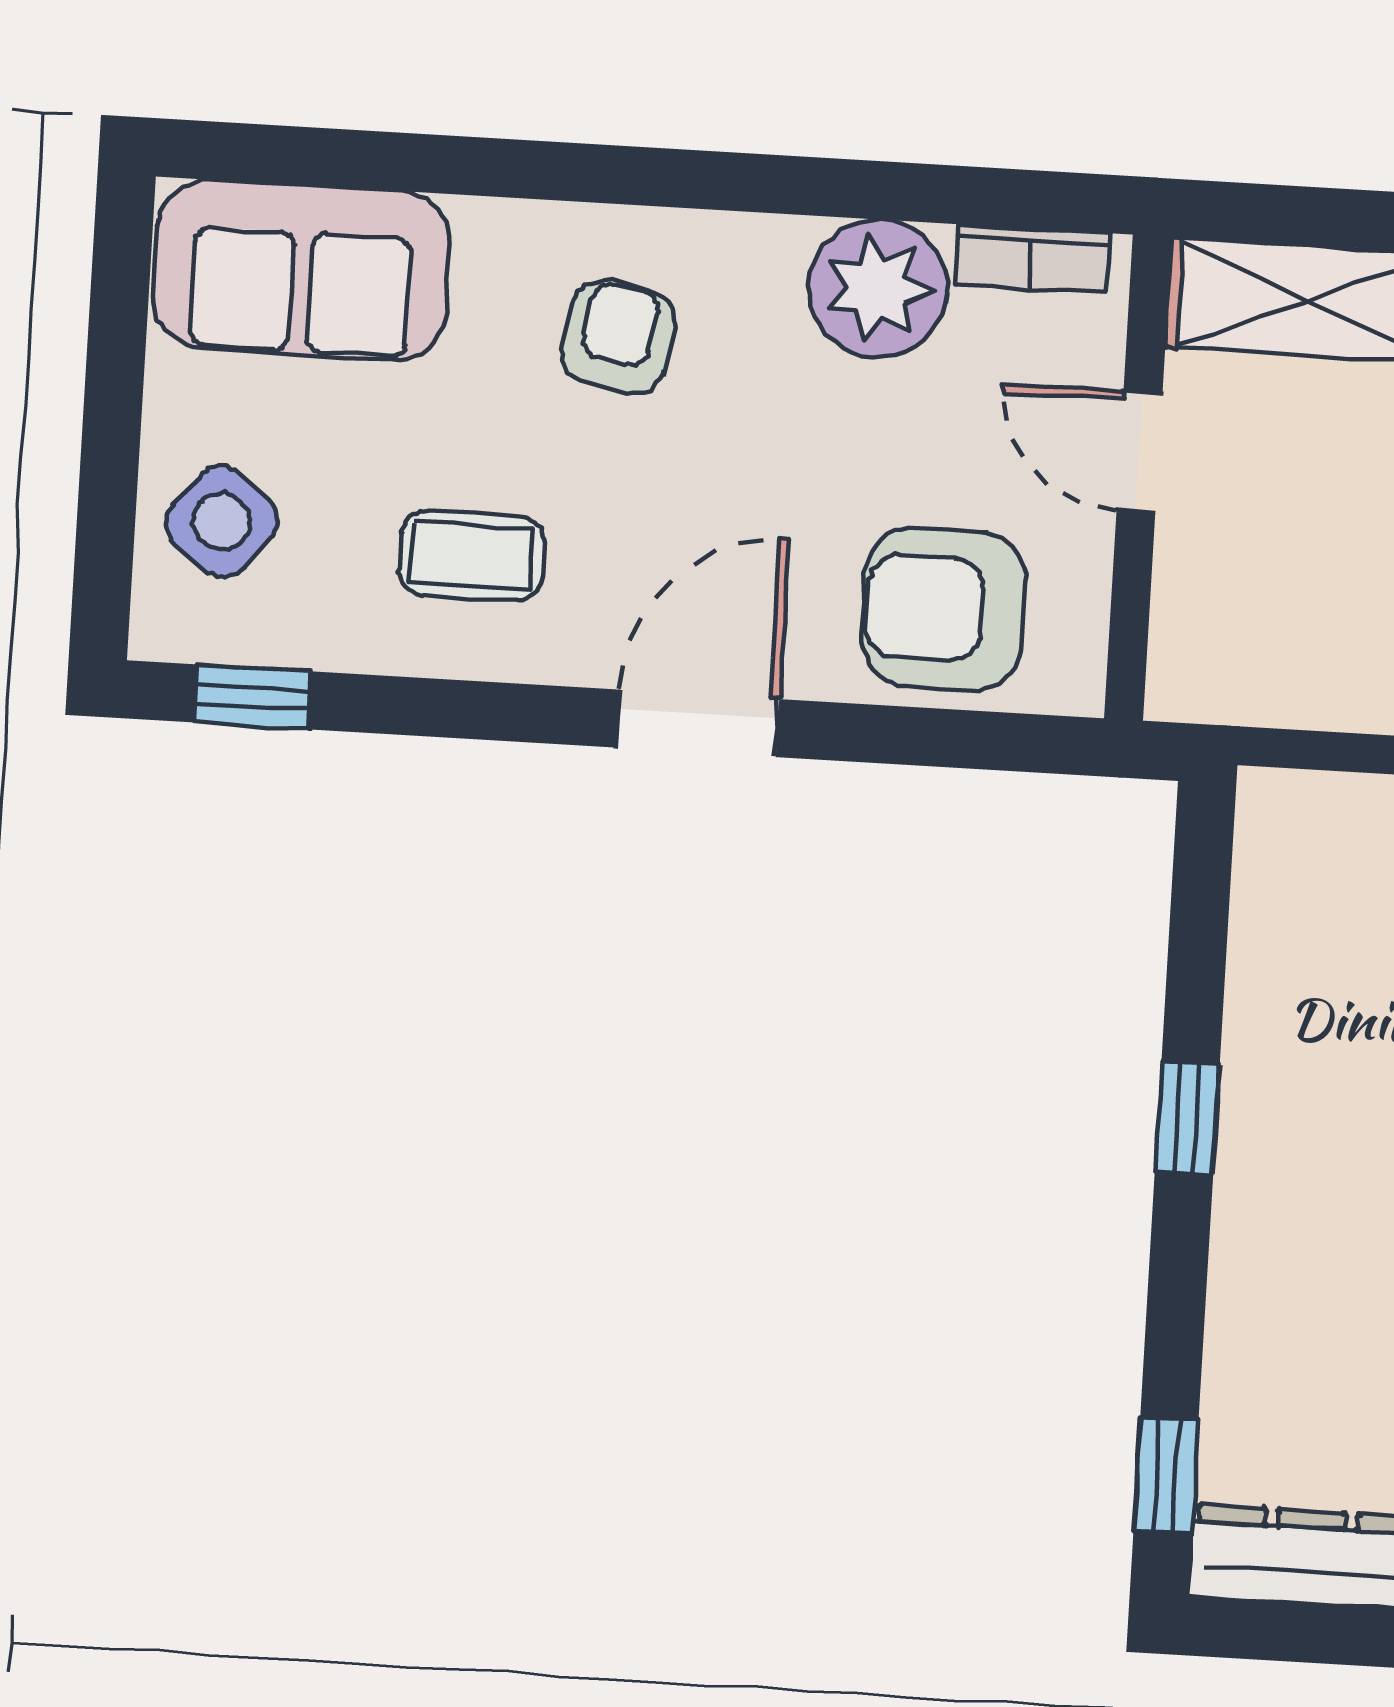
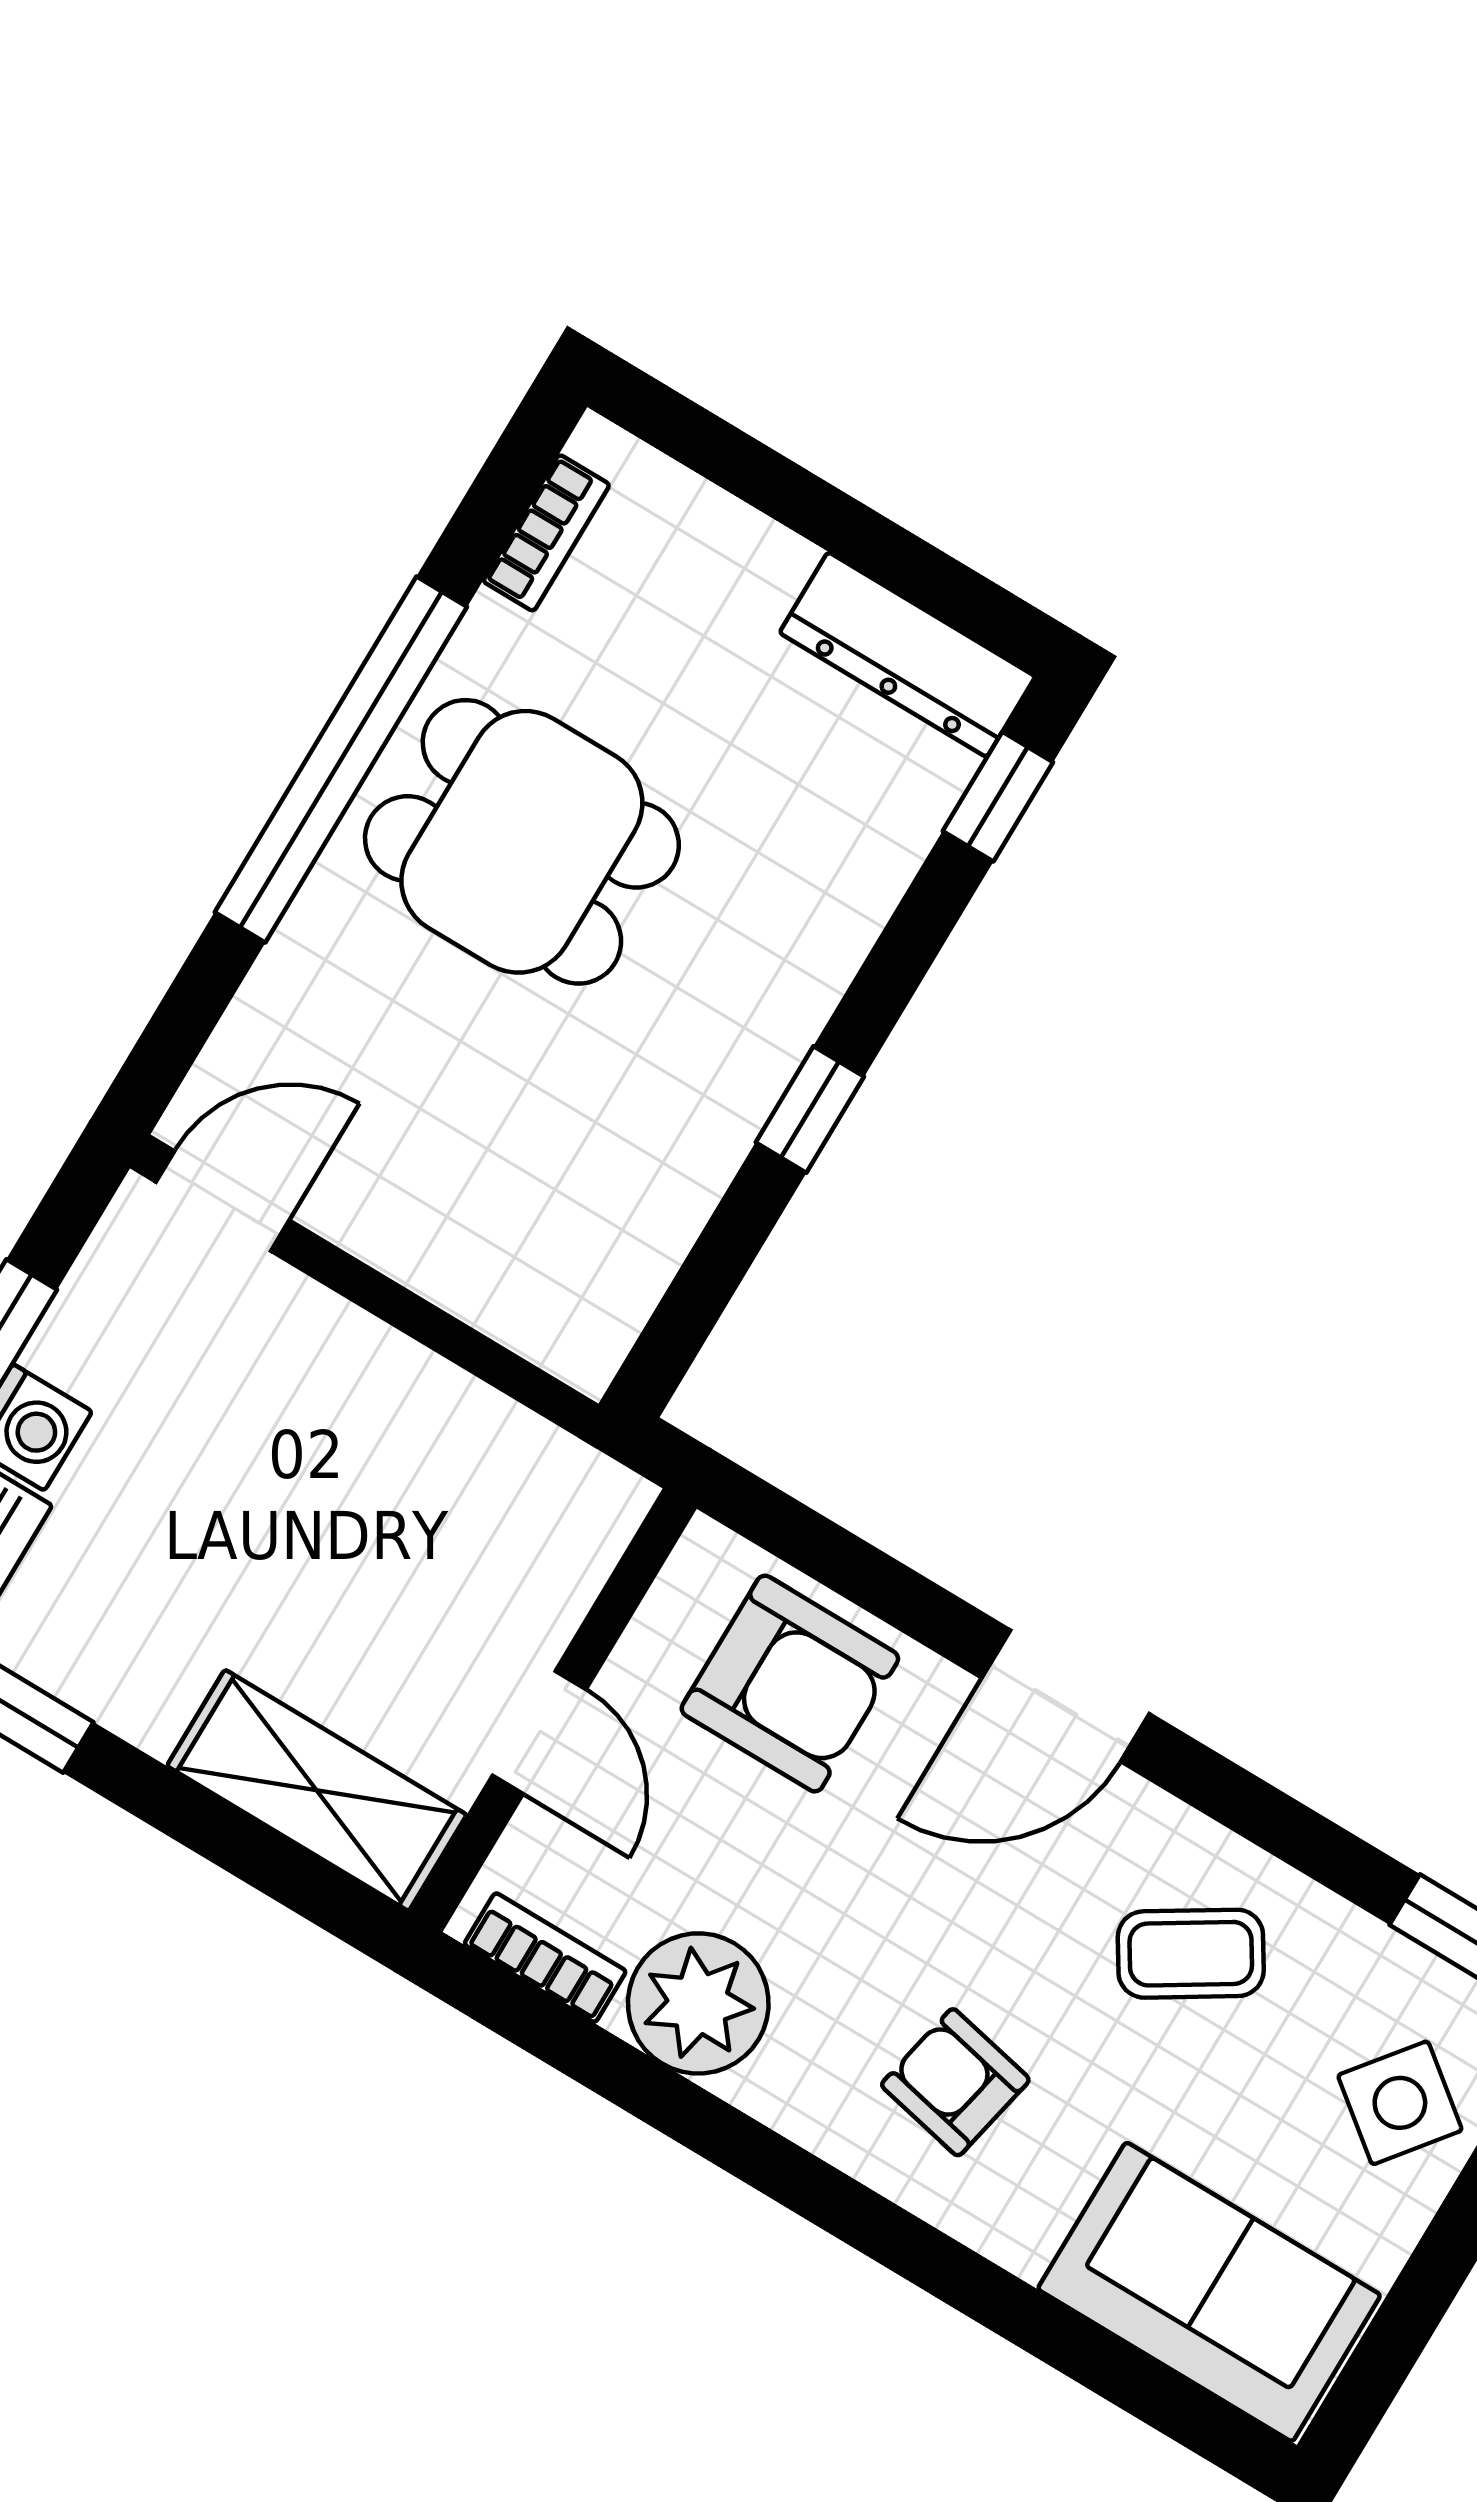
armchair: (618, 337) -> (955, 2082), turned 92
coffee table: (472, 556) -> (1191, 1954), turned -32

